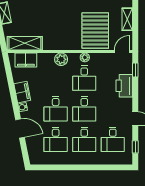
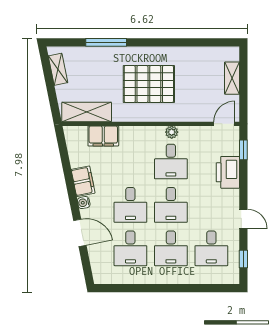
pallet: (95, 31) -> (149, 84), moved, turned 90
plant: (61, 59) -> (138, 135), removed
filing cabinet: (26, 60) -> (103, 136), moved

